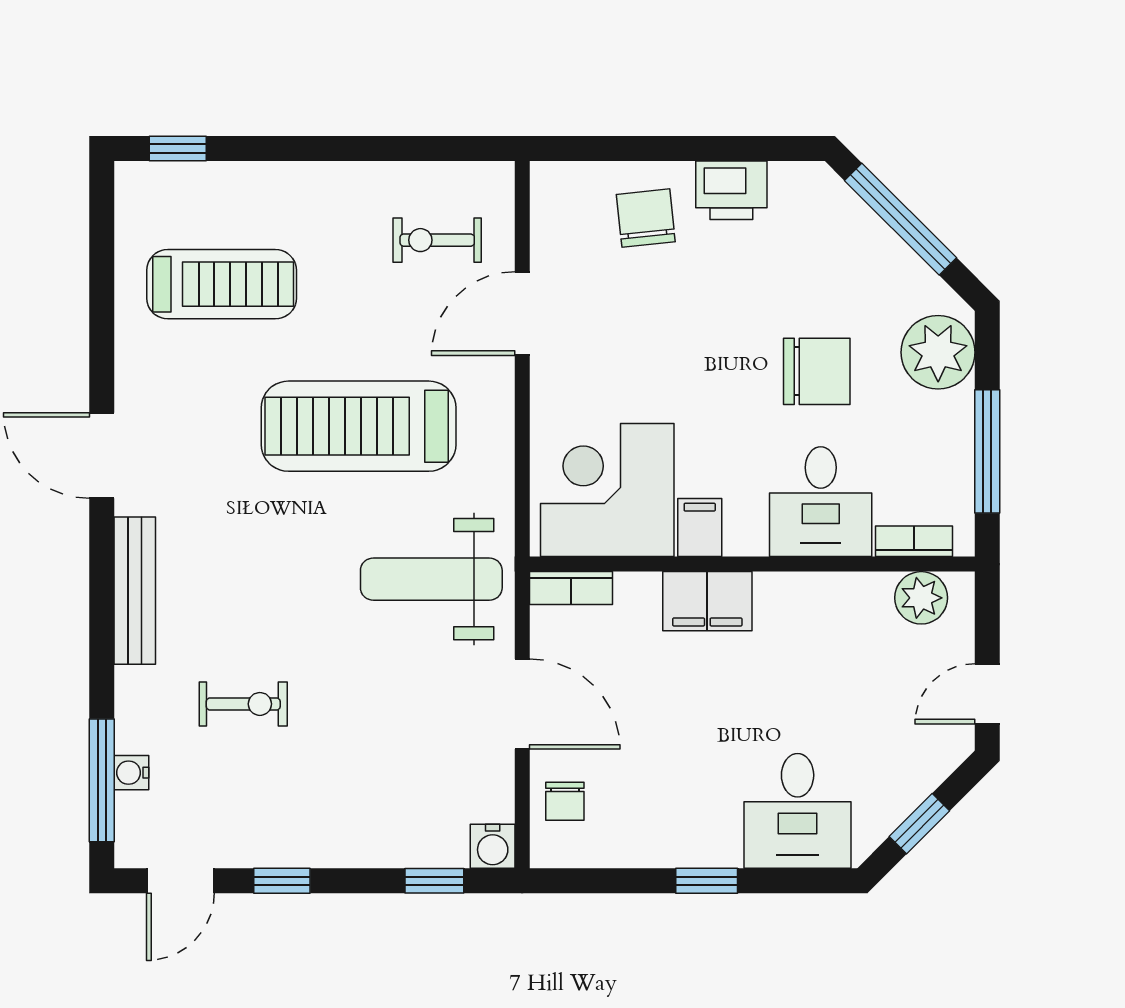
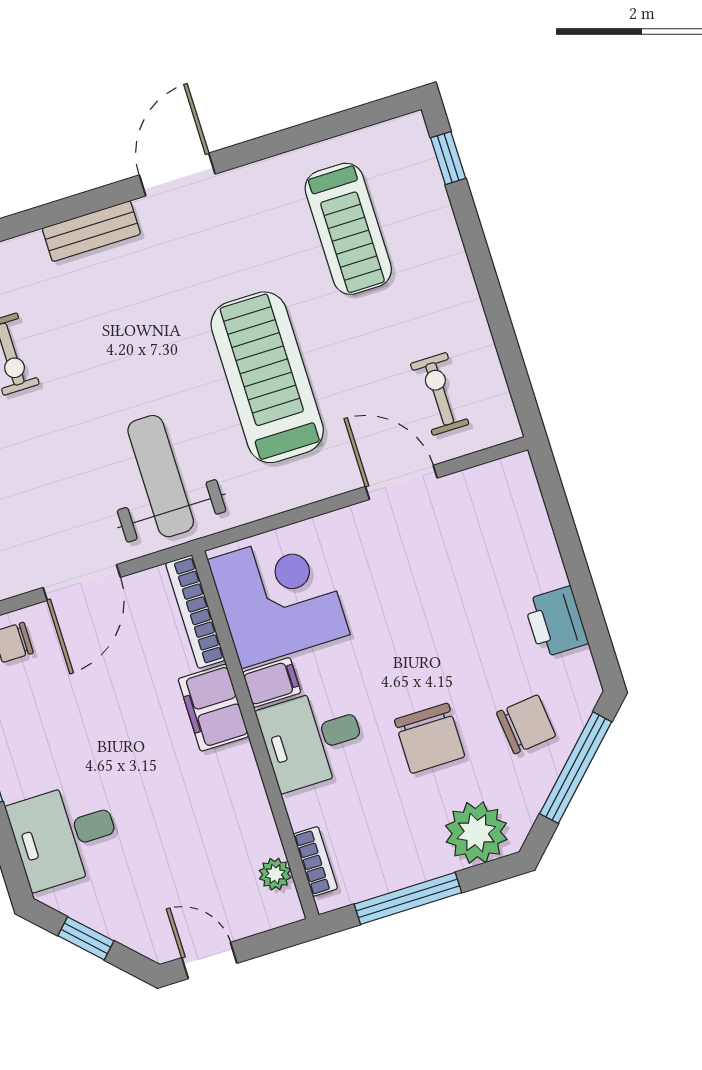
chair: (646, 218) -> (526, 724), moved
desk: (821, 502) -> (313, 739), moved
bookcase: (571, 588) -> (195, 612), width x1.56
bench: (135, 591) -> (91, 231), width x0.73
plant: (921, 598) -> (275, 874), width x0.73, depth x0.73

